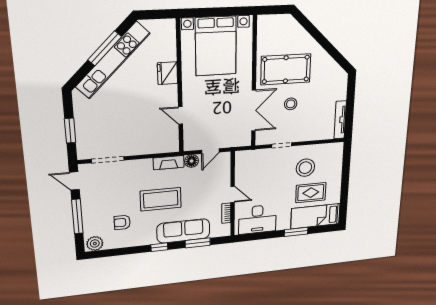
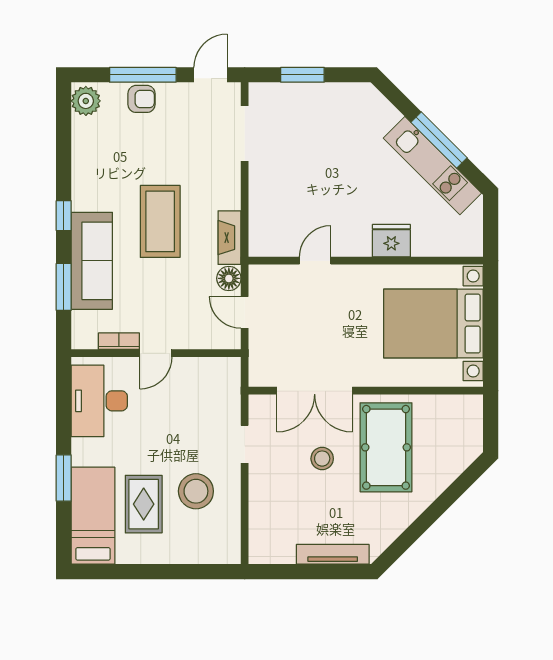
kitchen unit: (113, 60) -> (432, 166), width x0.73
tv unit: (340, 120) -> (333, 554), moved
armchair: (122, 222) -> (142, 99), moved, turned 90

